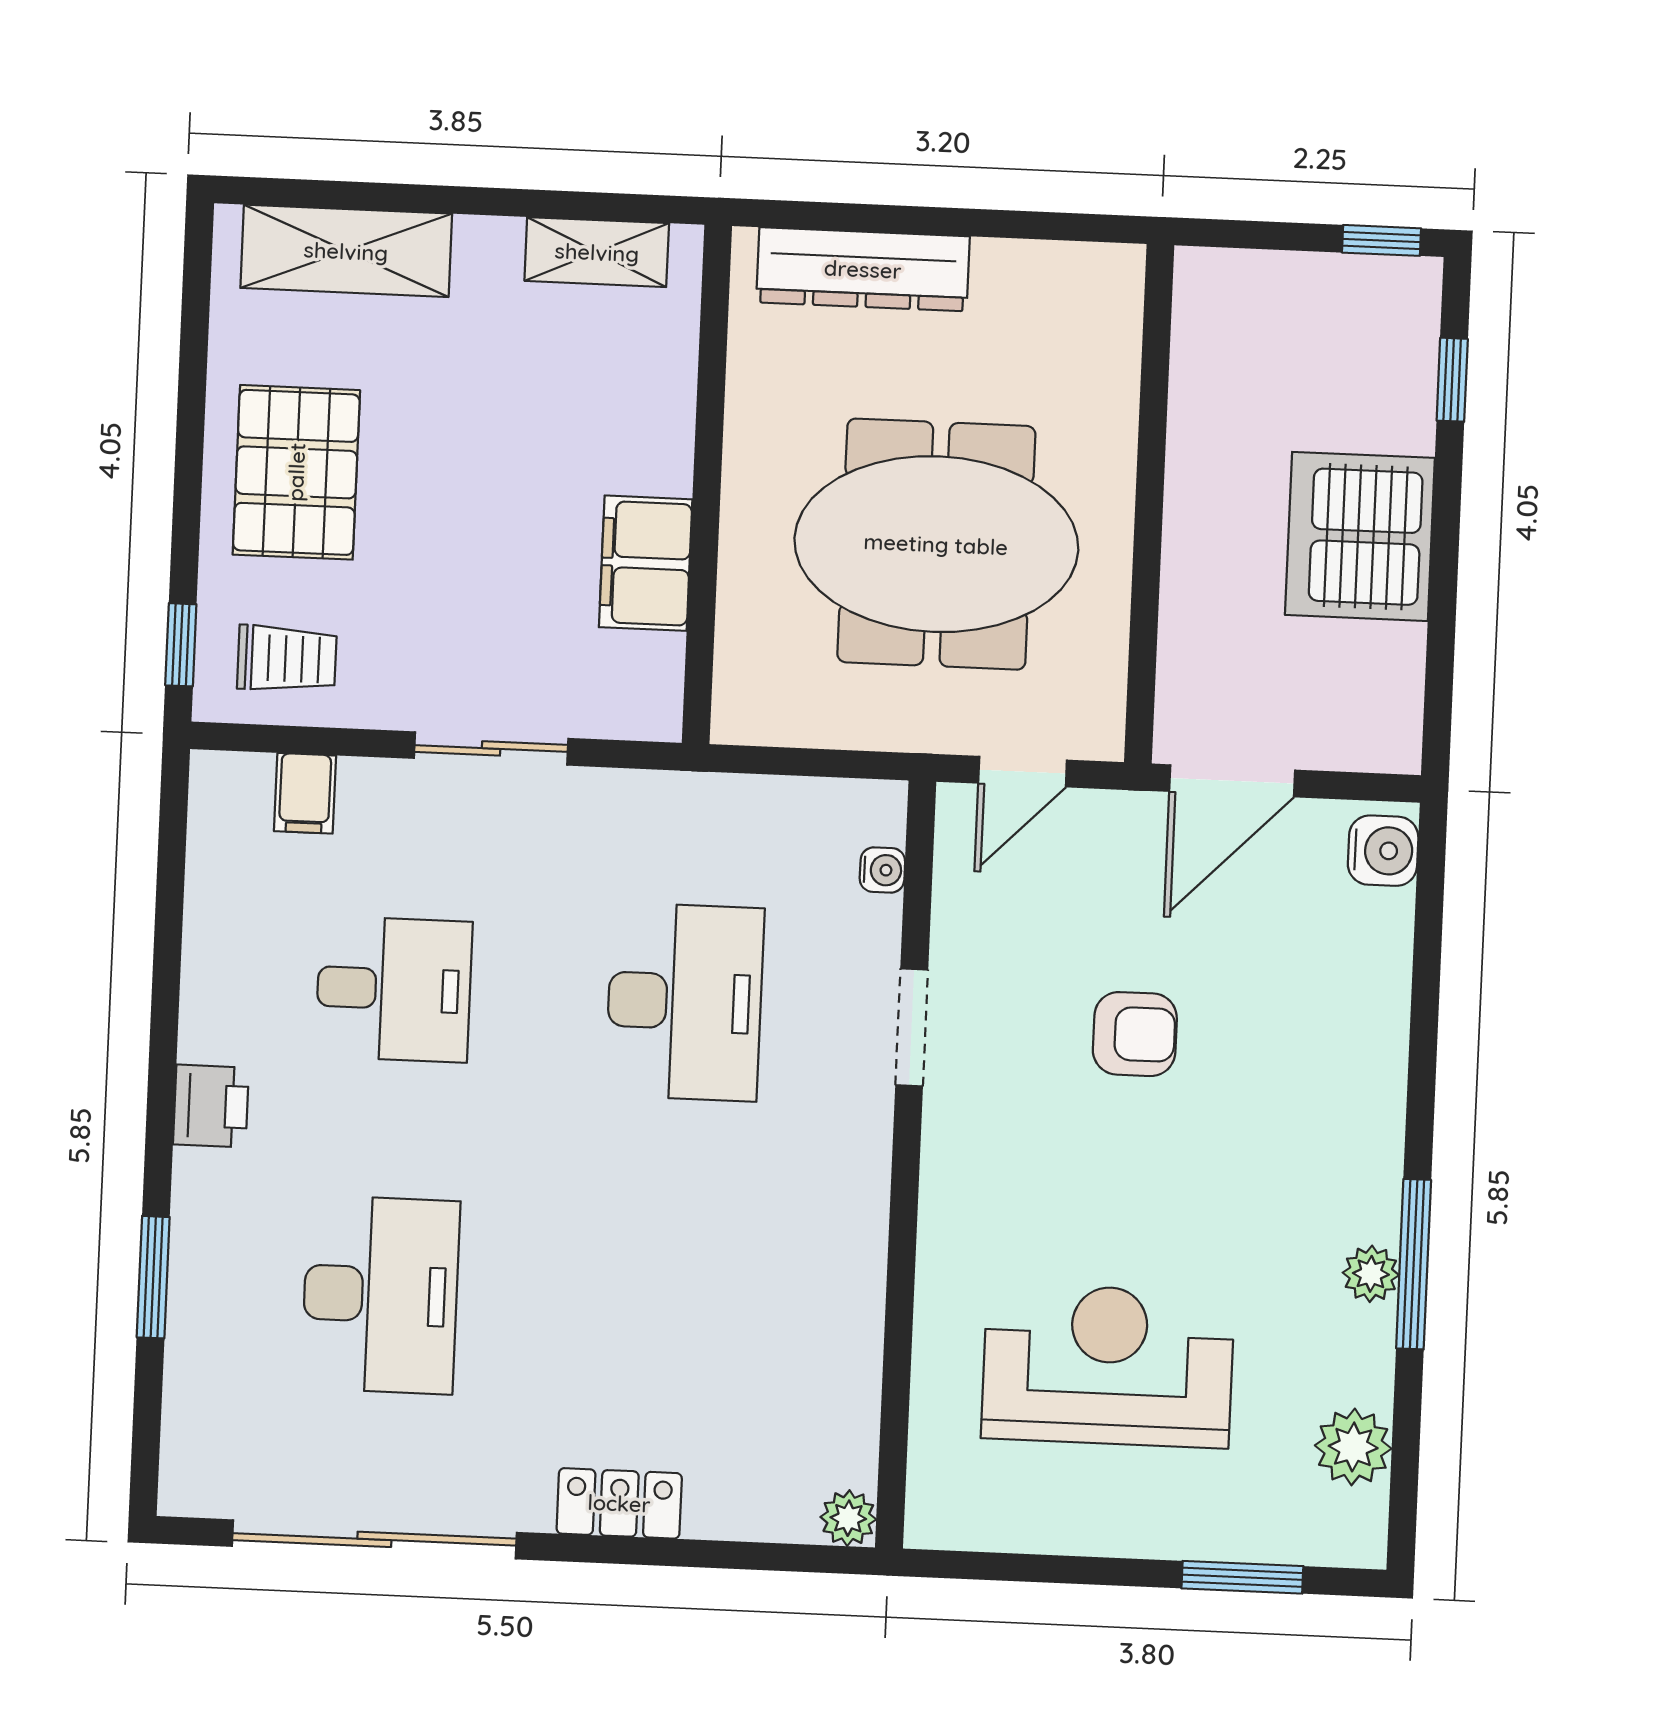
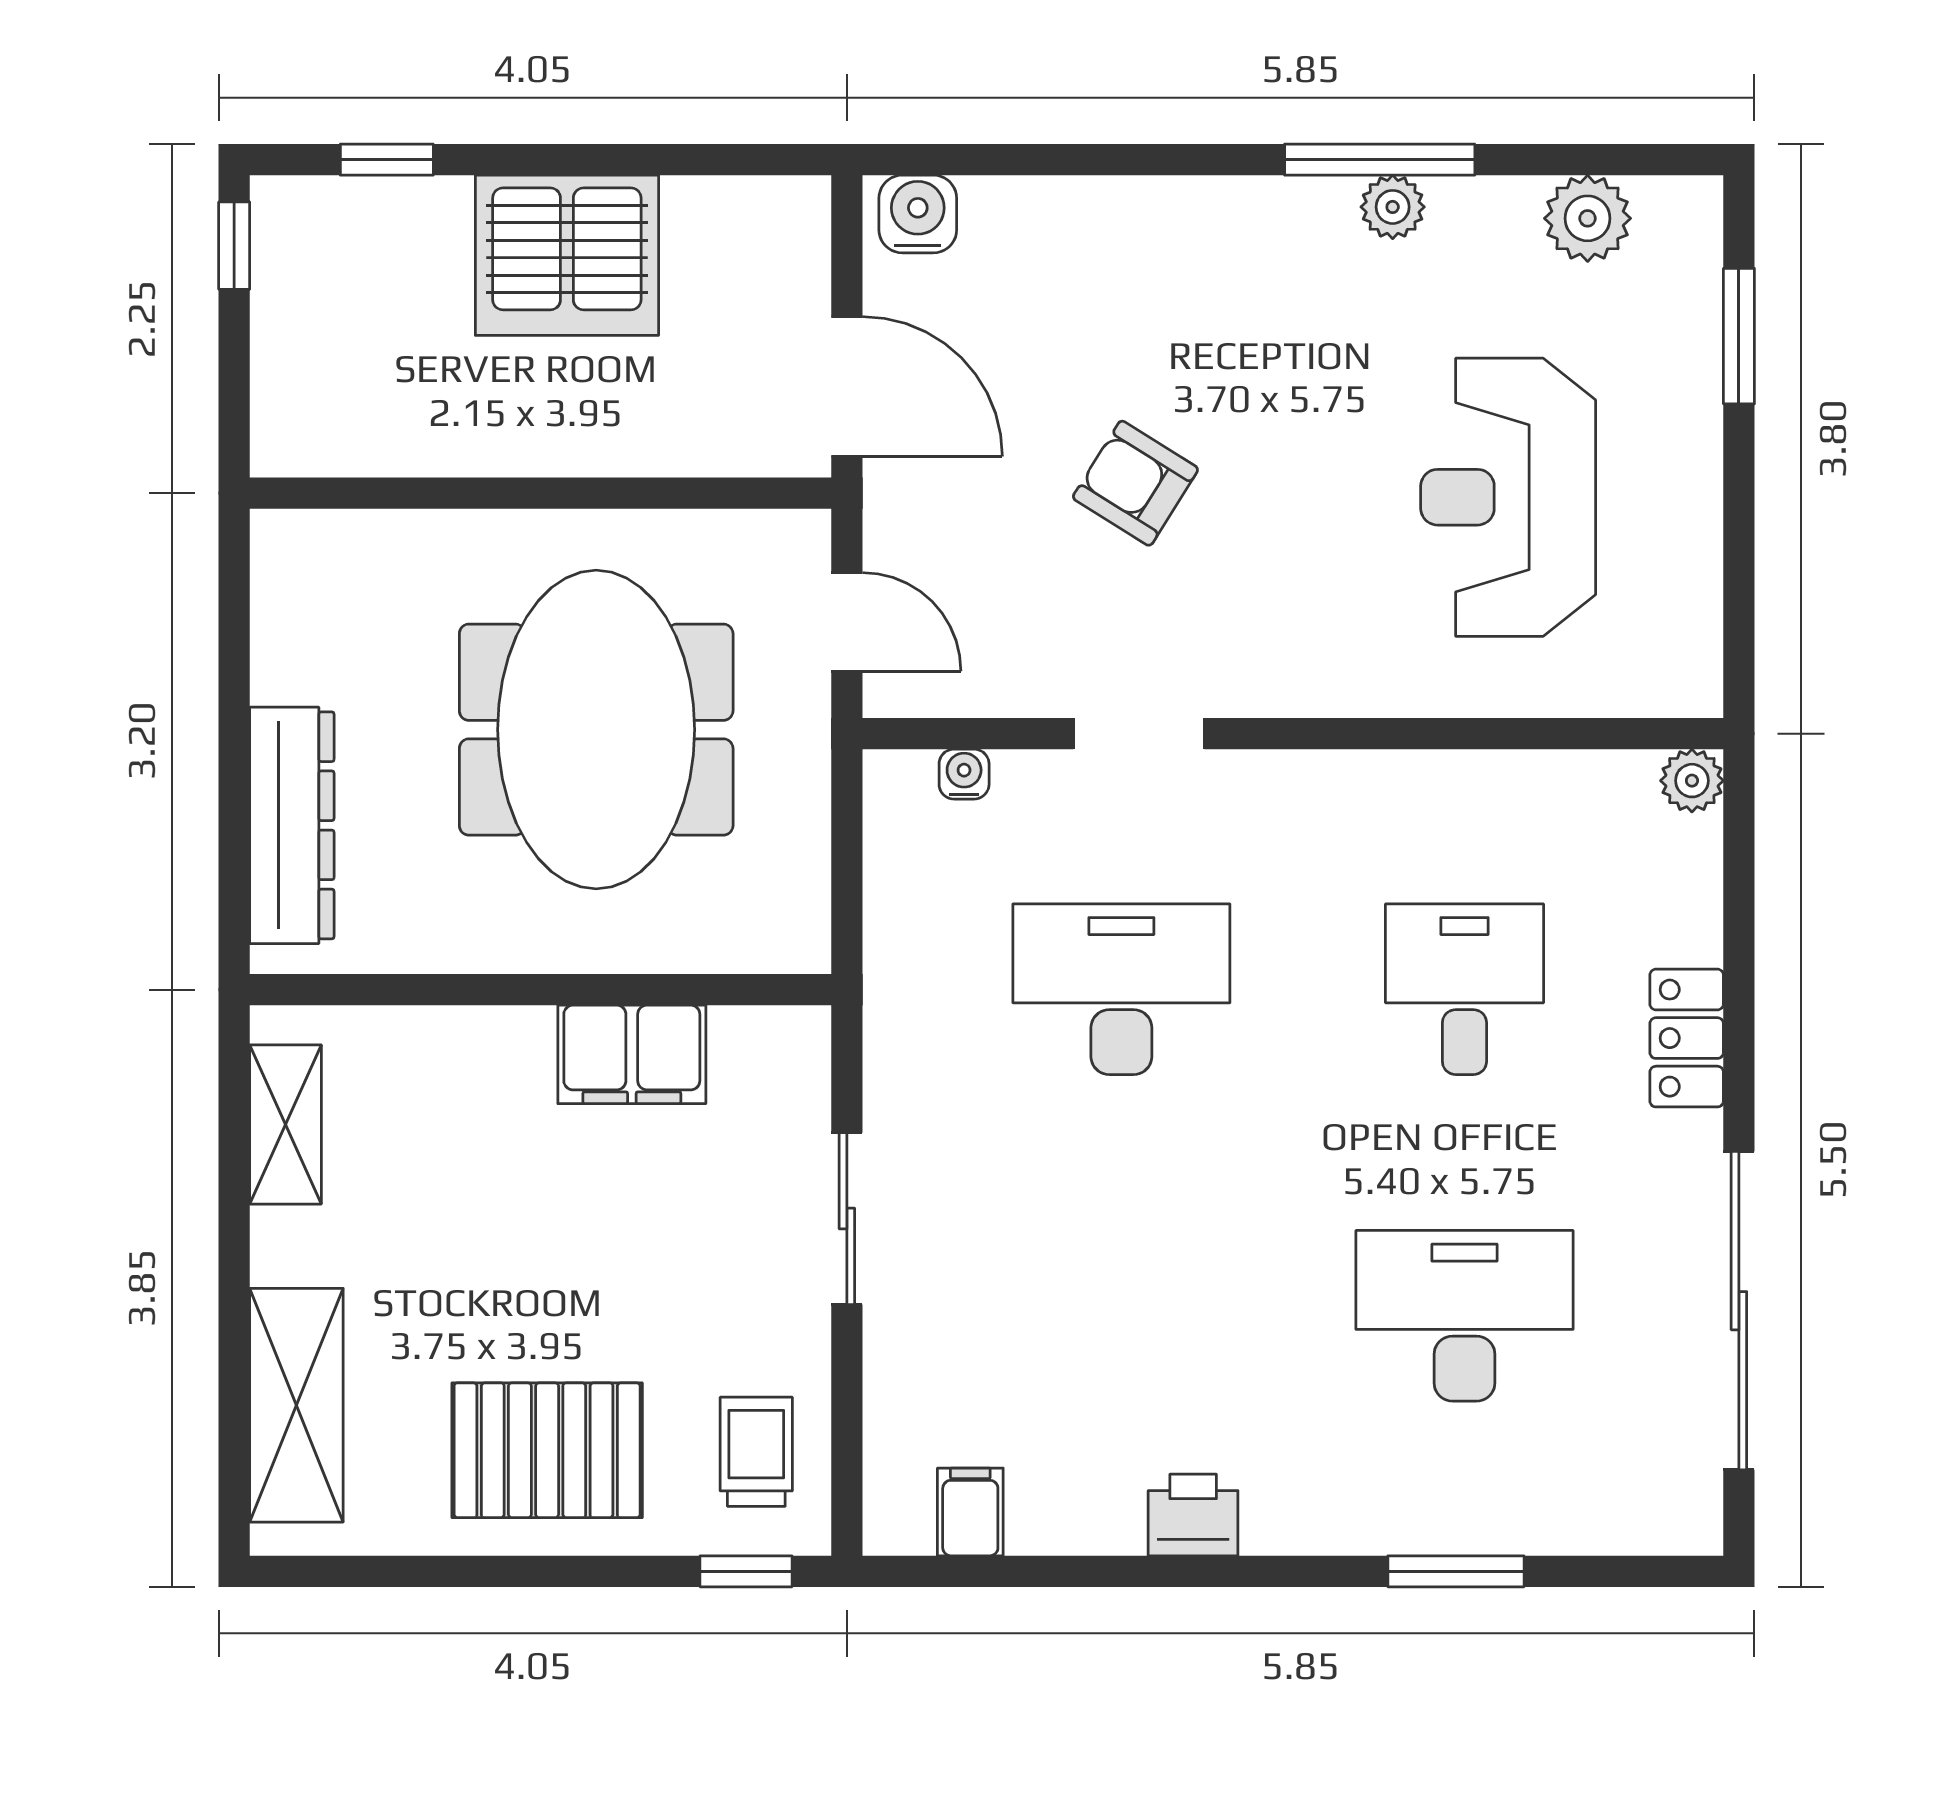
filing cabinet: (305, 793) -> (970, 1512), moved, turned -90
desk: (394, 989) -> (1464, 989), moved
armchair: (1135, 1034) -> (1135, 483), turned -58
printer: (211, 1106) -> (1193, 1515), moved

